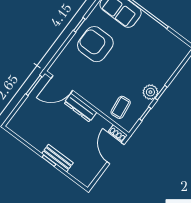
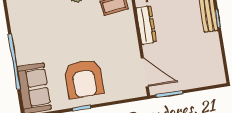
dresser: (80, 108) -> (146, 25), moved

